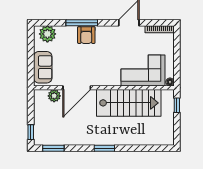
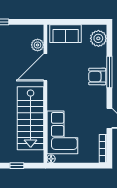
door: (77, 88) -> (45, 67), hinge flipped
window: (177, 105) -> (17, 166), moved

